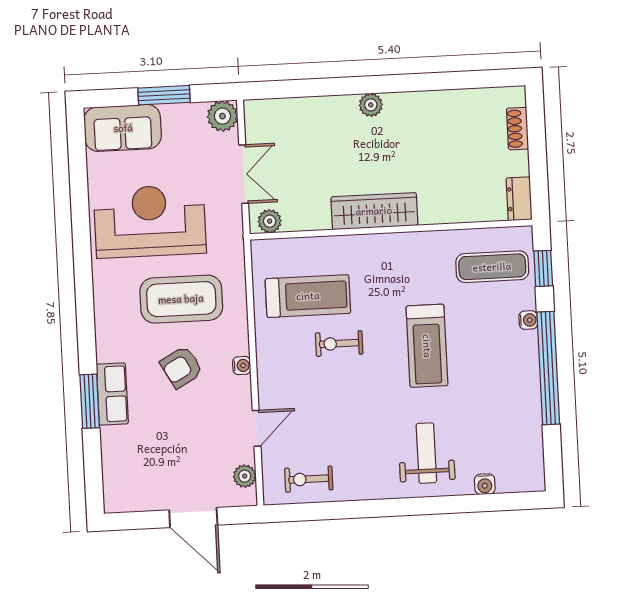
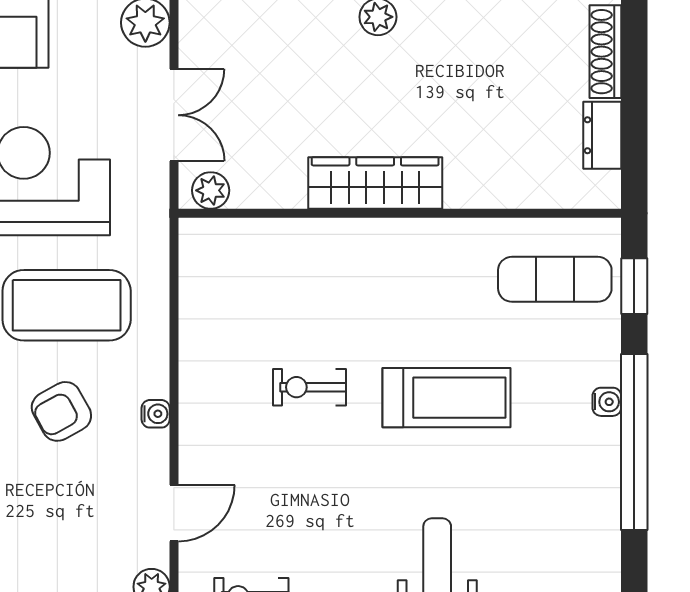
shoe rack: (518, 129) -> (605, 52), width x1.43
dresser: (519, 199) -> (602, 135), moved
treadmill: (308, 296) -> (265, 311), removed
water cooler: (528, 320) -> (607, 402), moved
treadmill: (427, 346) -> (447, 398), turned -90

